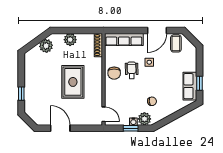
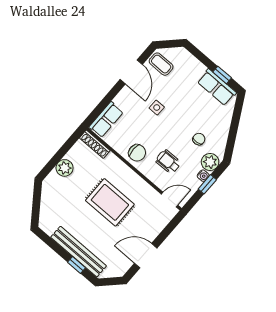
row of seats: (124, 39) -> (106, 120), width x0.68
plant: (46, 46) -> (50, 198), removed
wheelchair: (132, 70) -> (168, 162), moved
bench: (30, 88) -> (79, 252), added

